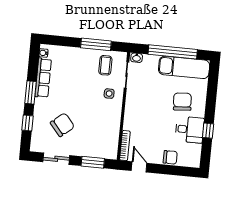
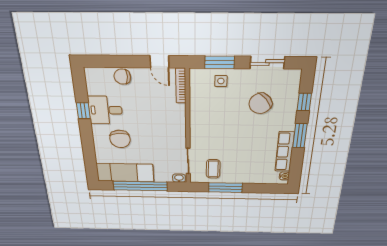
side table: (109, 94) -> (221, 81), moved

